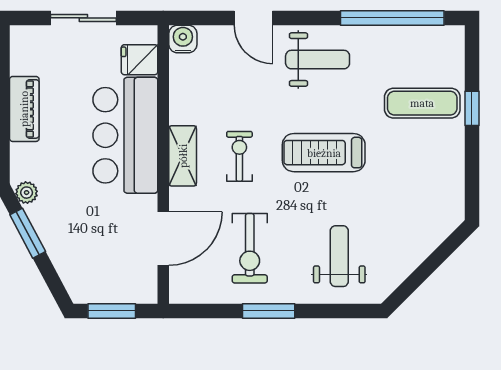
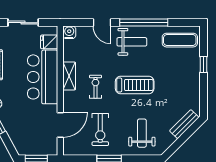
window: (392, 18) -> (144, 23), moved
exercise mat: (422, 103) -> (180, 40), moved
treadmill: (324, 153) -> (135, 85), turned 180
shelving: (183, 156) -> (69, 76), moved
bench: (430, 237) -> (184, 124), added

